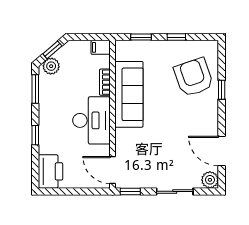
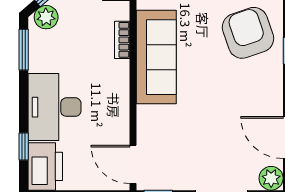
desk: (91, 120) -> (54, 107), moved, turned 180
window: (35, 135) -> (24, 146), moved

